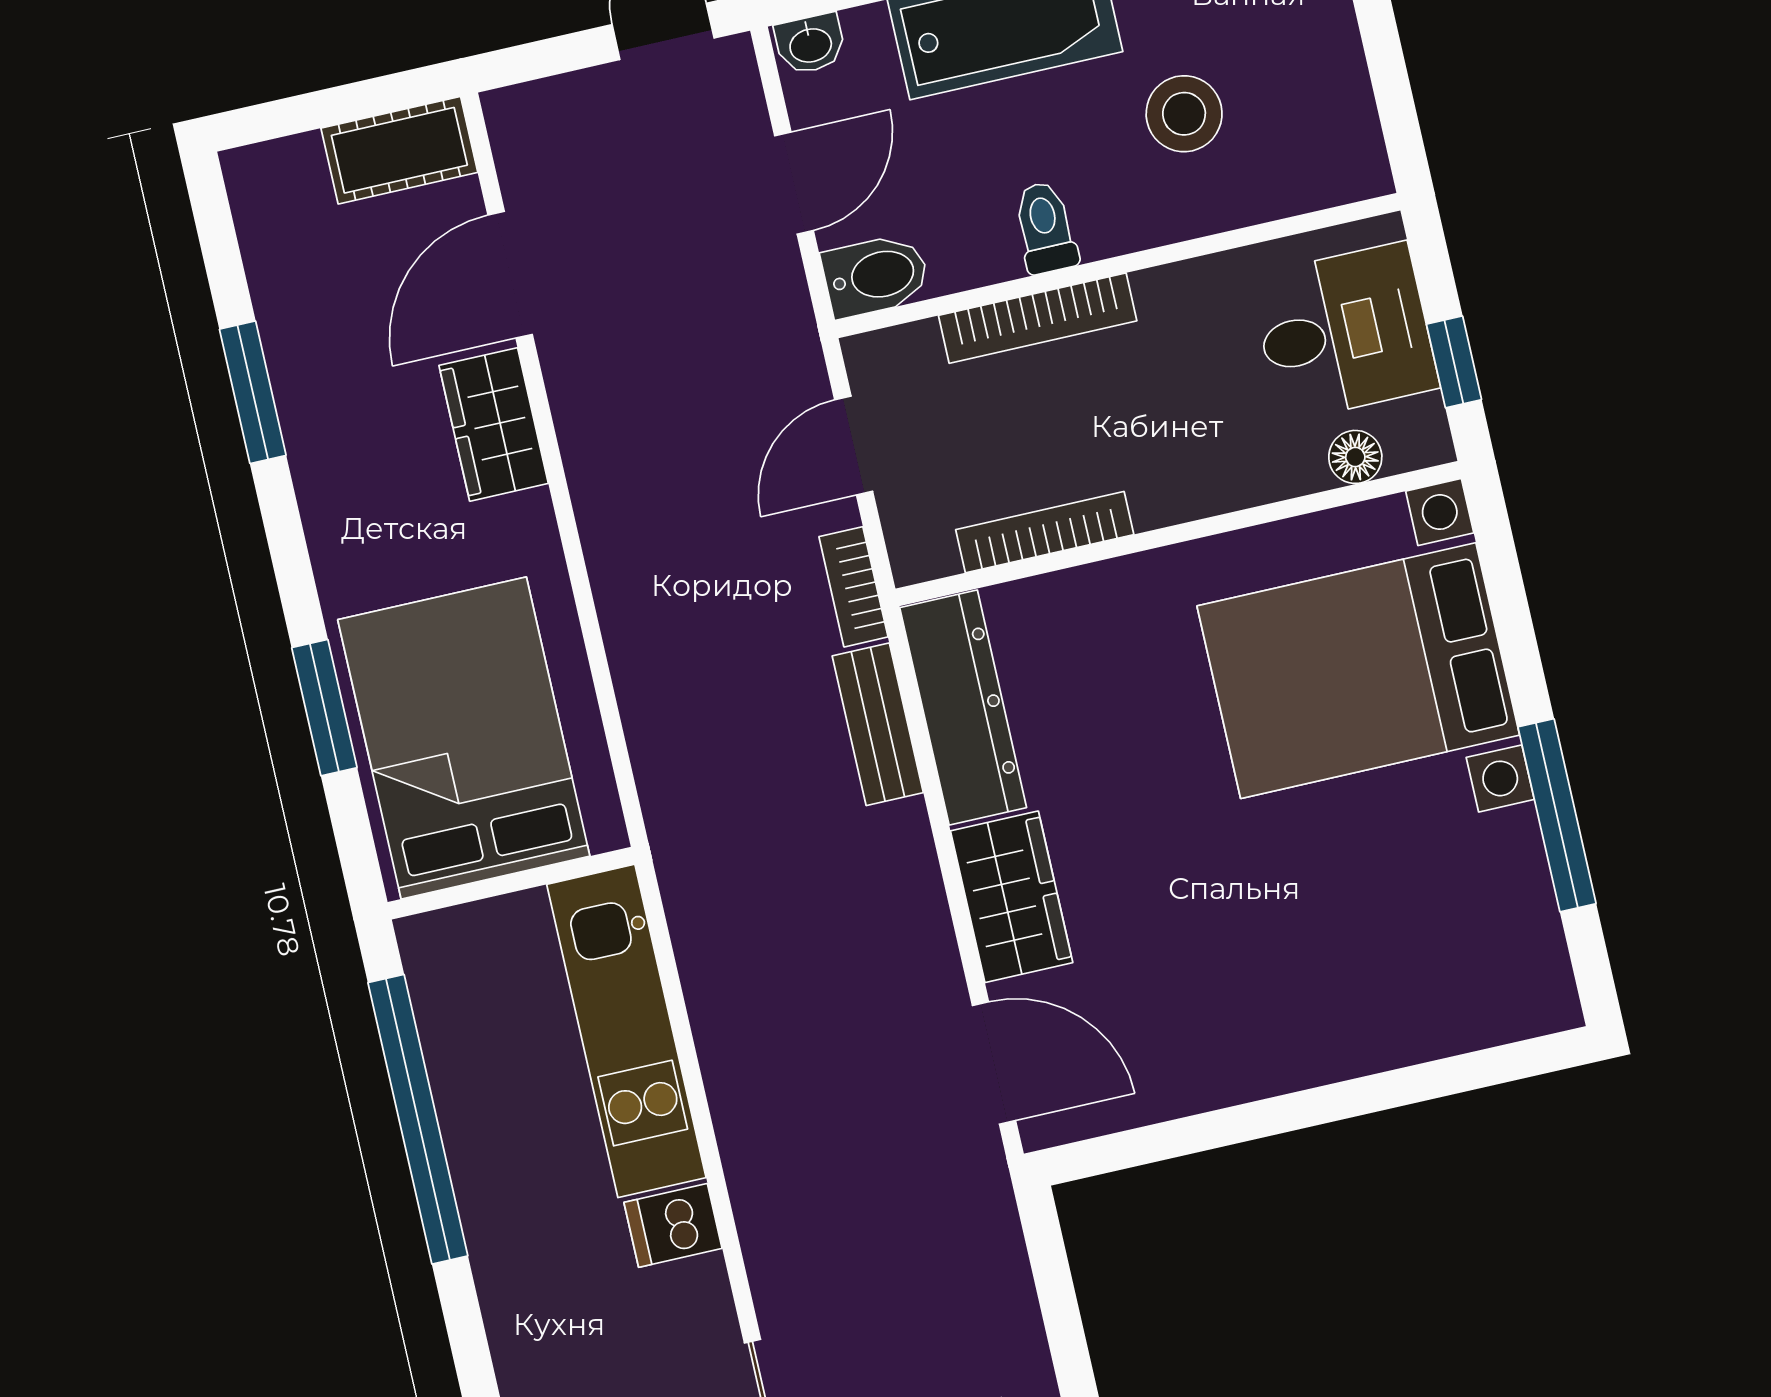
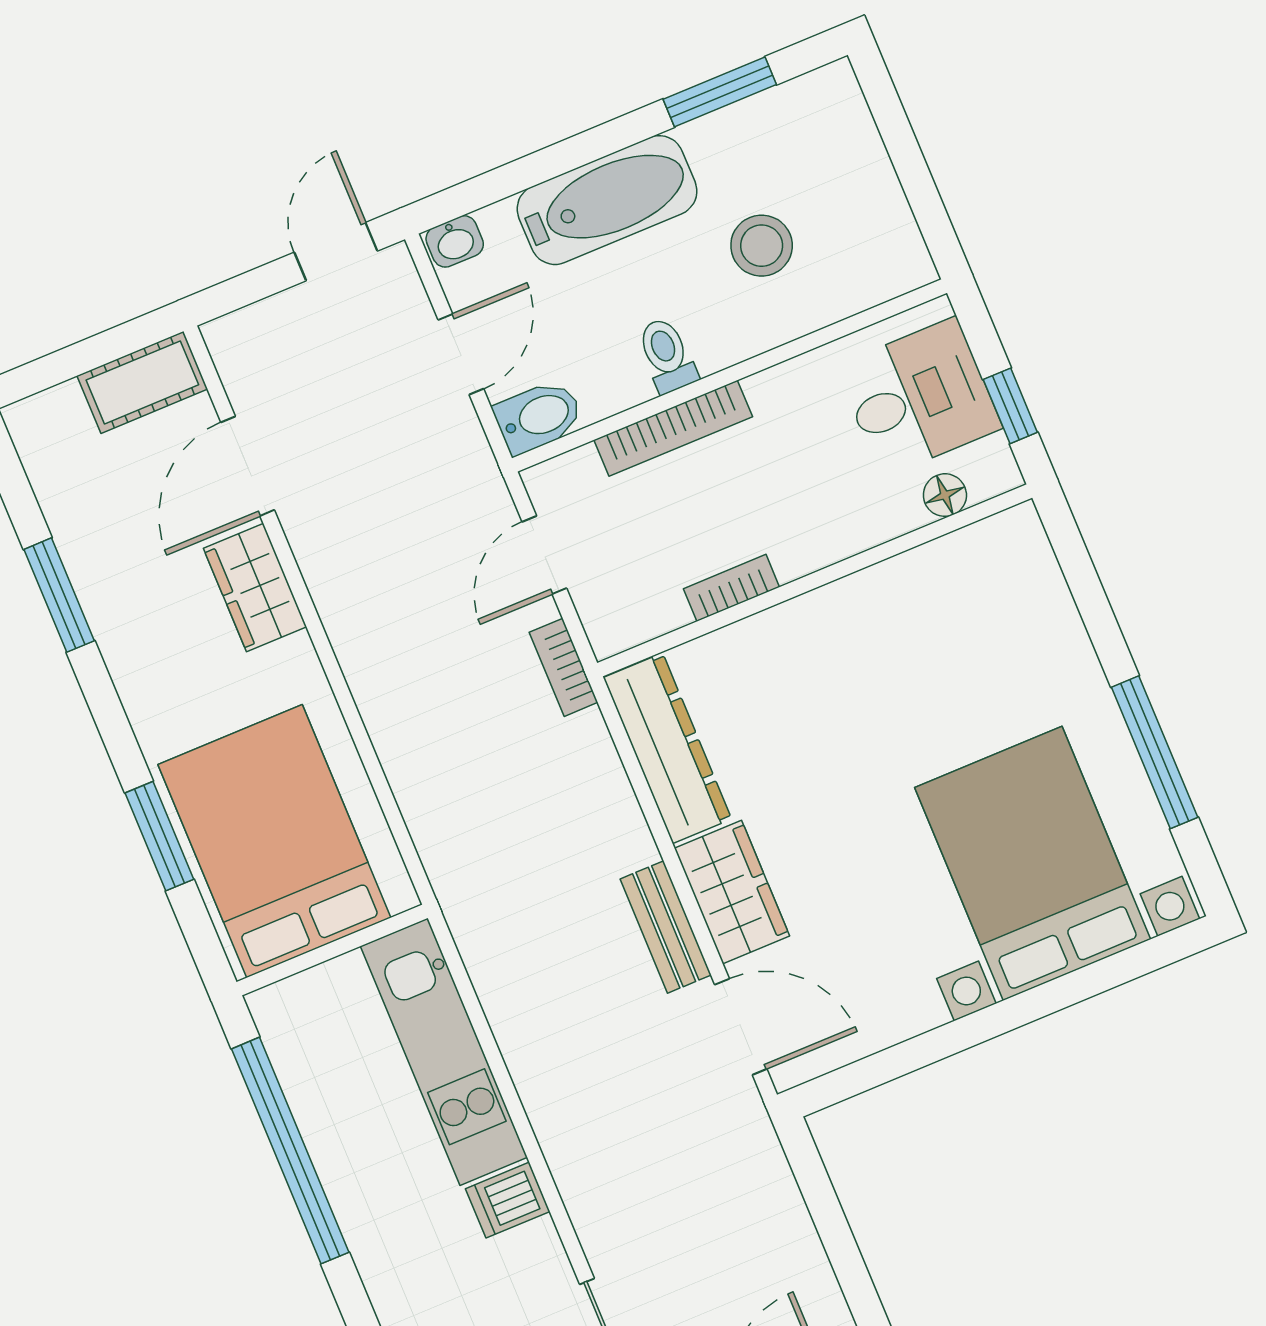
bookcase: (1045, 532) -> (731, 588), width x0.64
bed with nightstands: (1358, 671) -> (1033, 863), moved, turned 90
bench: (878, 724) -> (666, 927), moved

